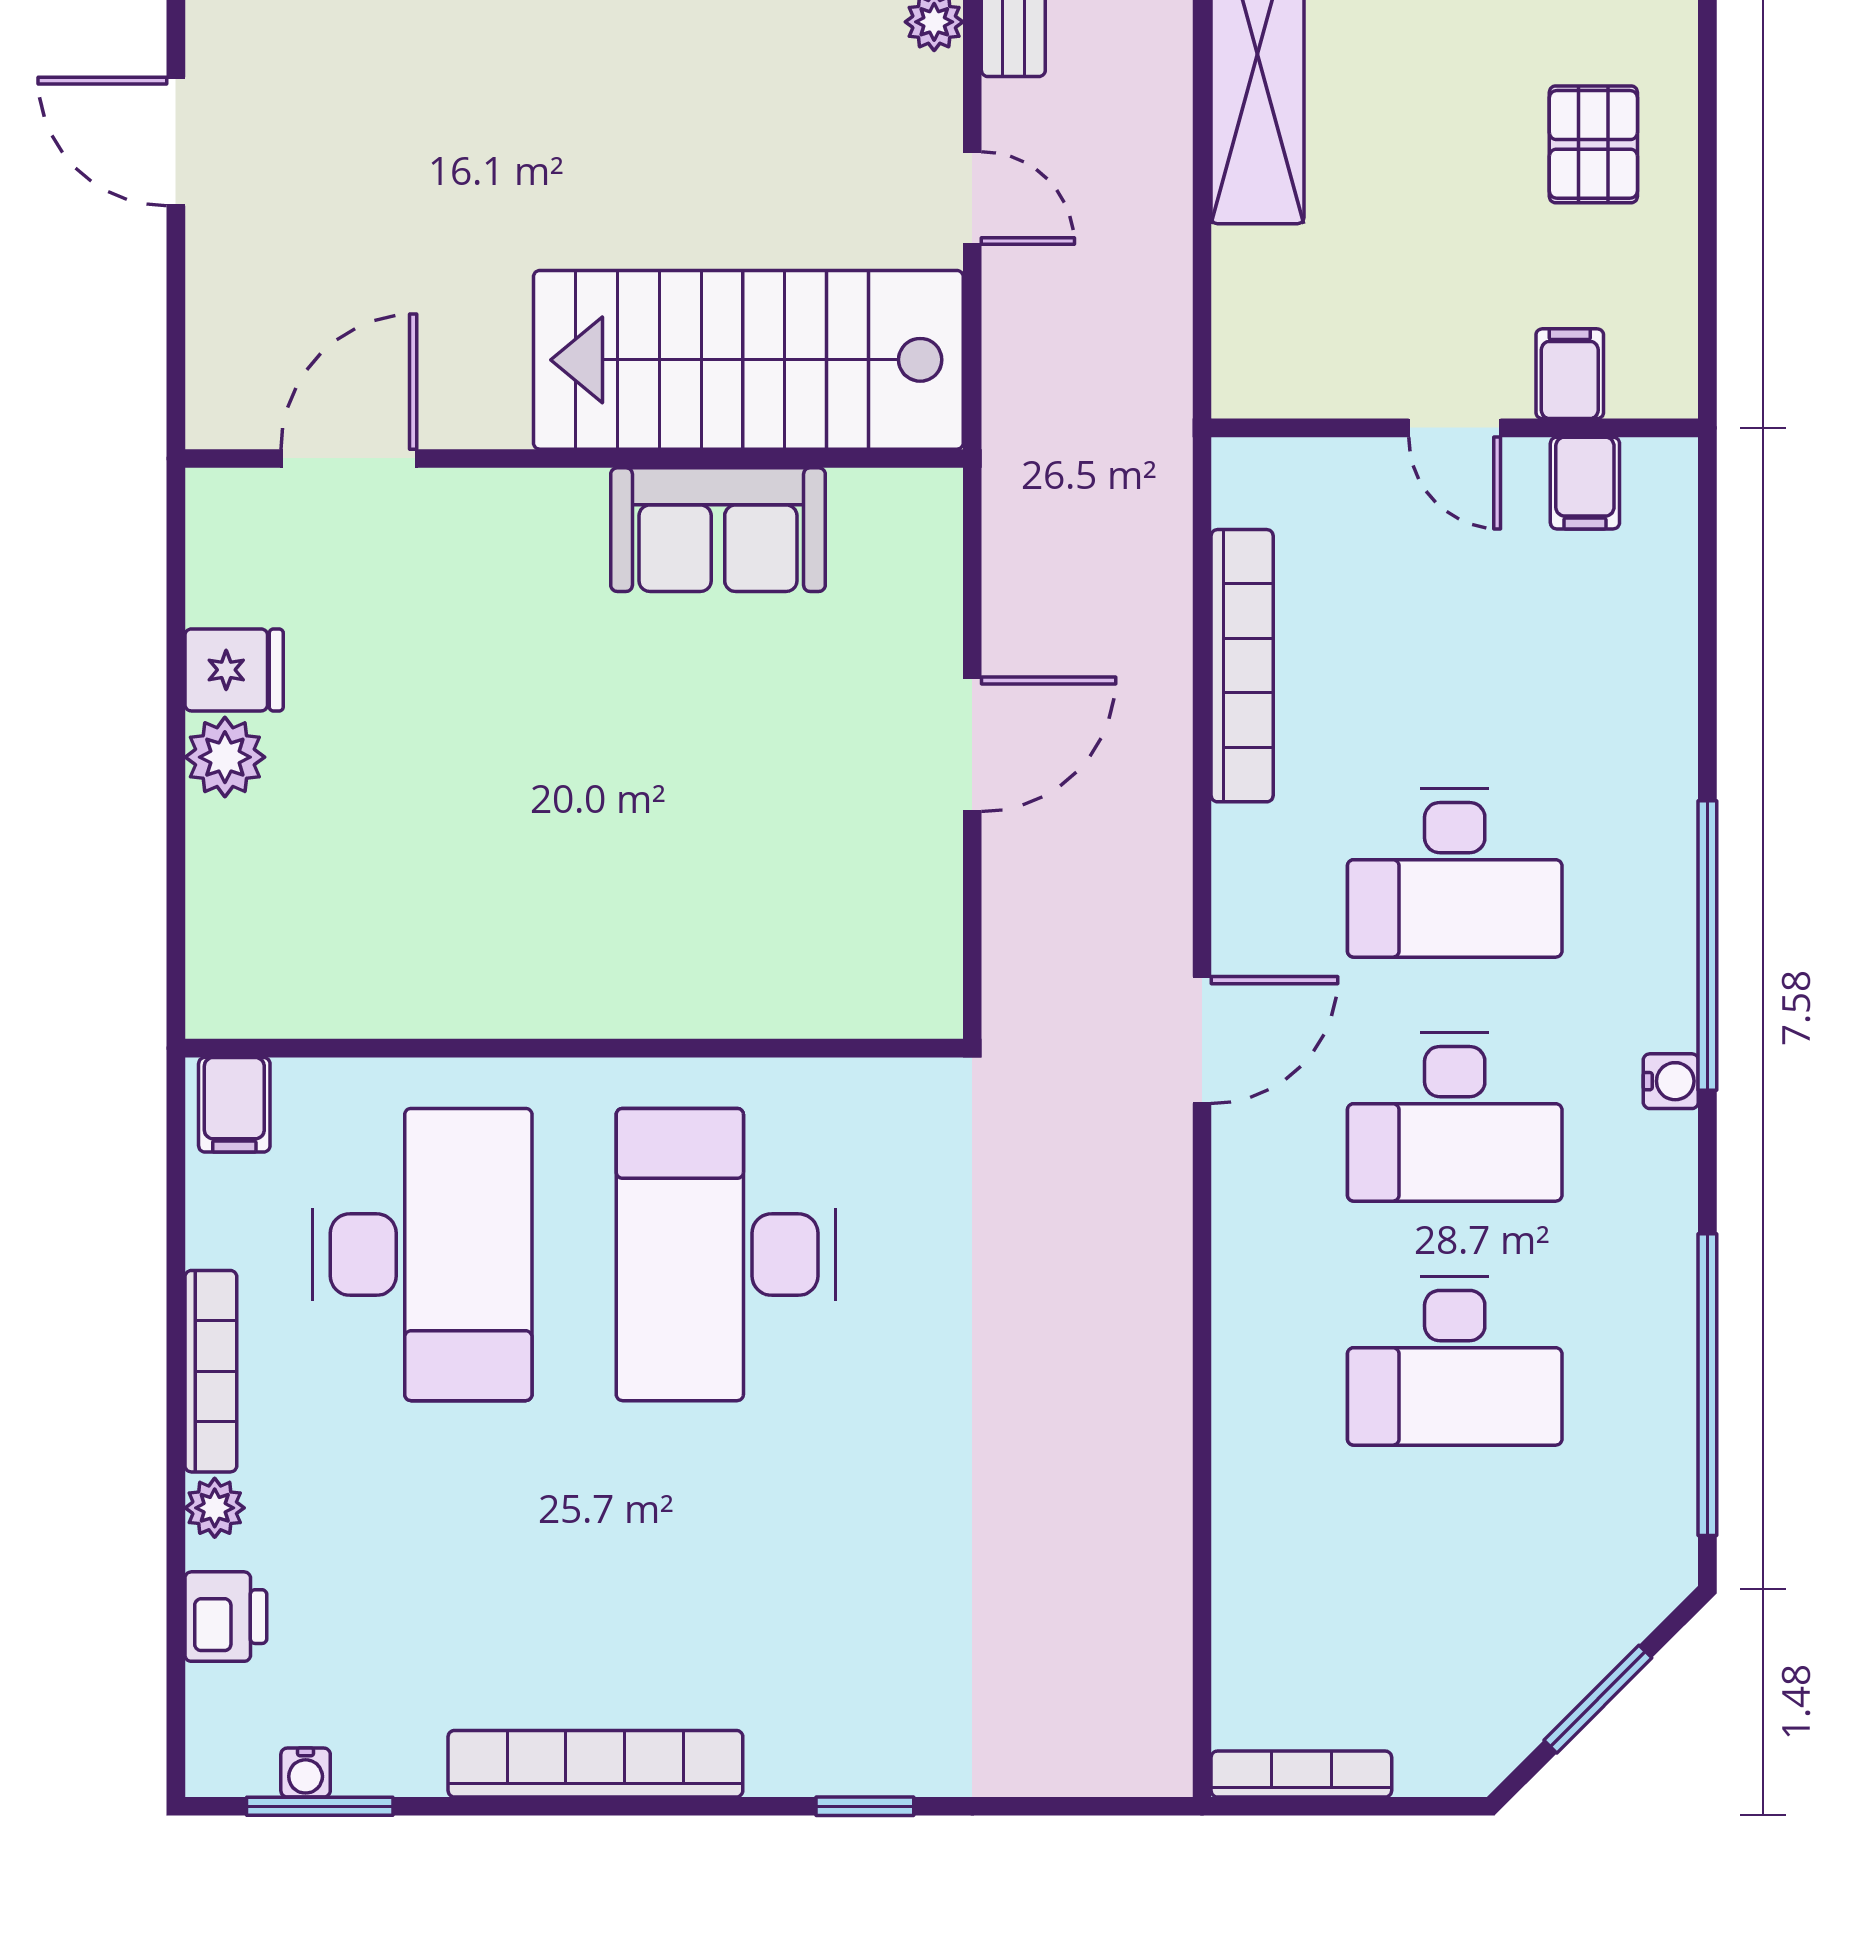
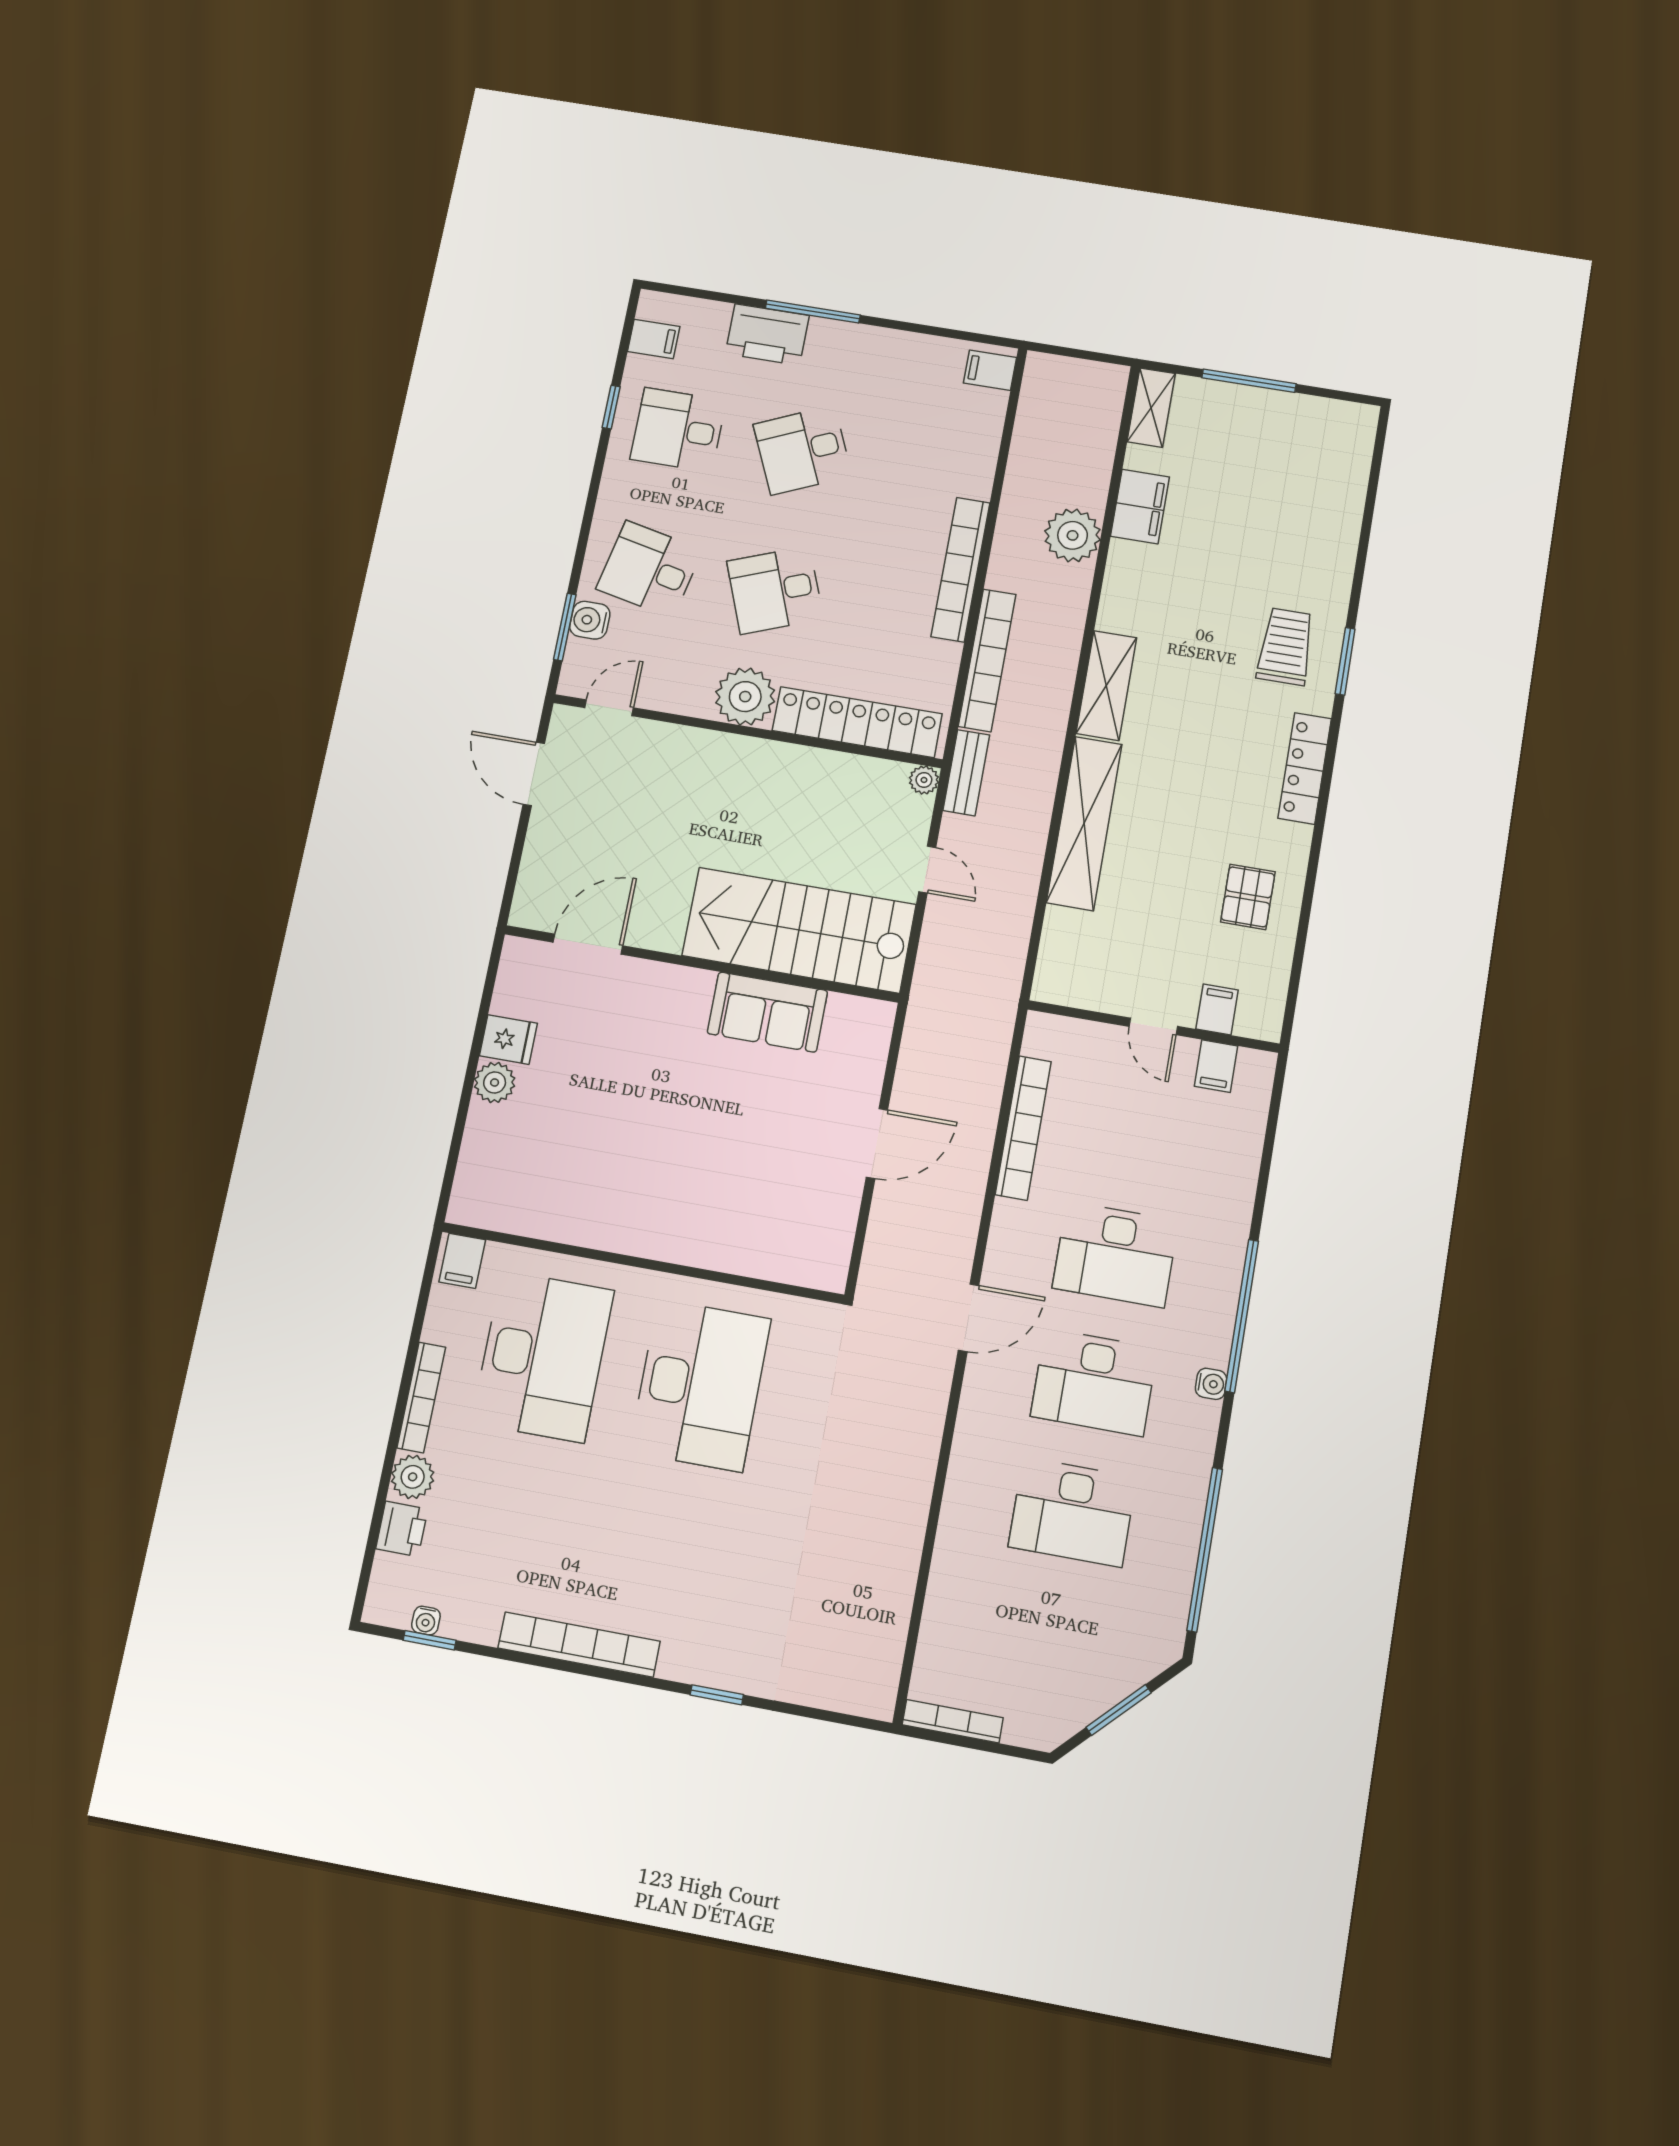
desk: (726, 1255) -> (700, 1385), turned 180
plant: (215, 1508) -> (413, 1477), width x1.38, depth x1.38
window: (320, 1806) -> (430, 1640), width x0.67

